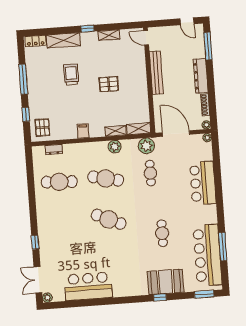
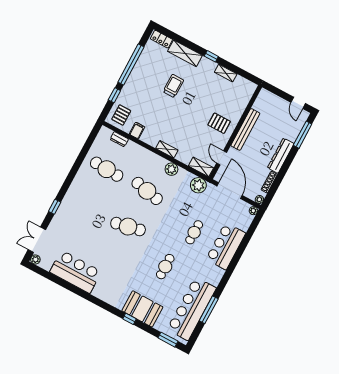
door: (146, 38) -> (222, 158), moved
window: (23, 79) -> (131, 64), width x1.46
pallet: (109, 84) -> (219, 123), moved
filing cabinet: (83, 131) -> (137, 131), moved
shelving: (116, 131) -> (167, 149), moved
cafe table: (150, 173) -> (194, 232), moved
cafe table: (109, 219) -> (128, 227), turned -36

